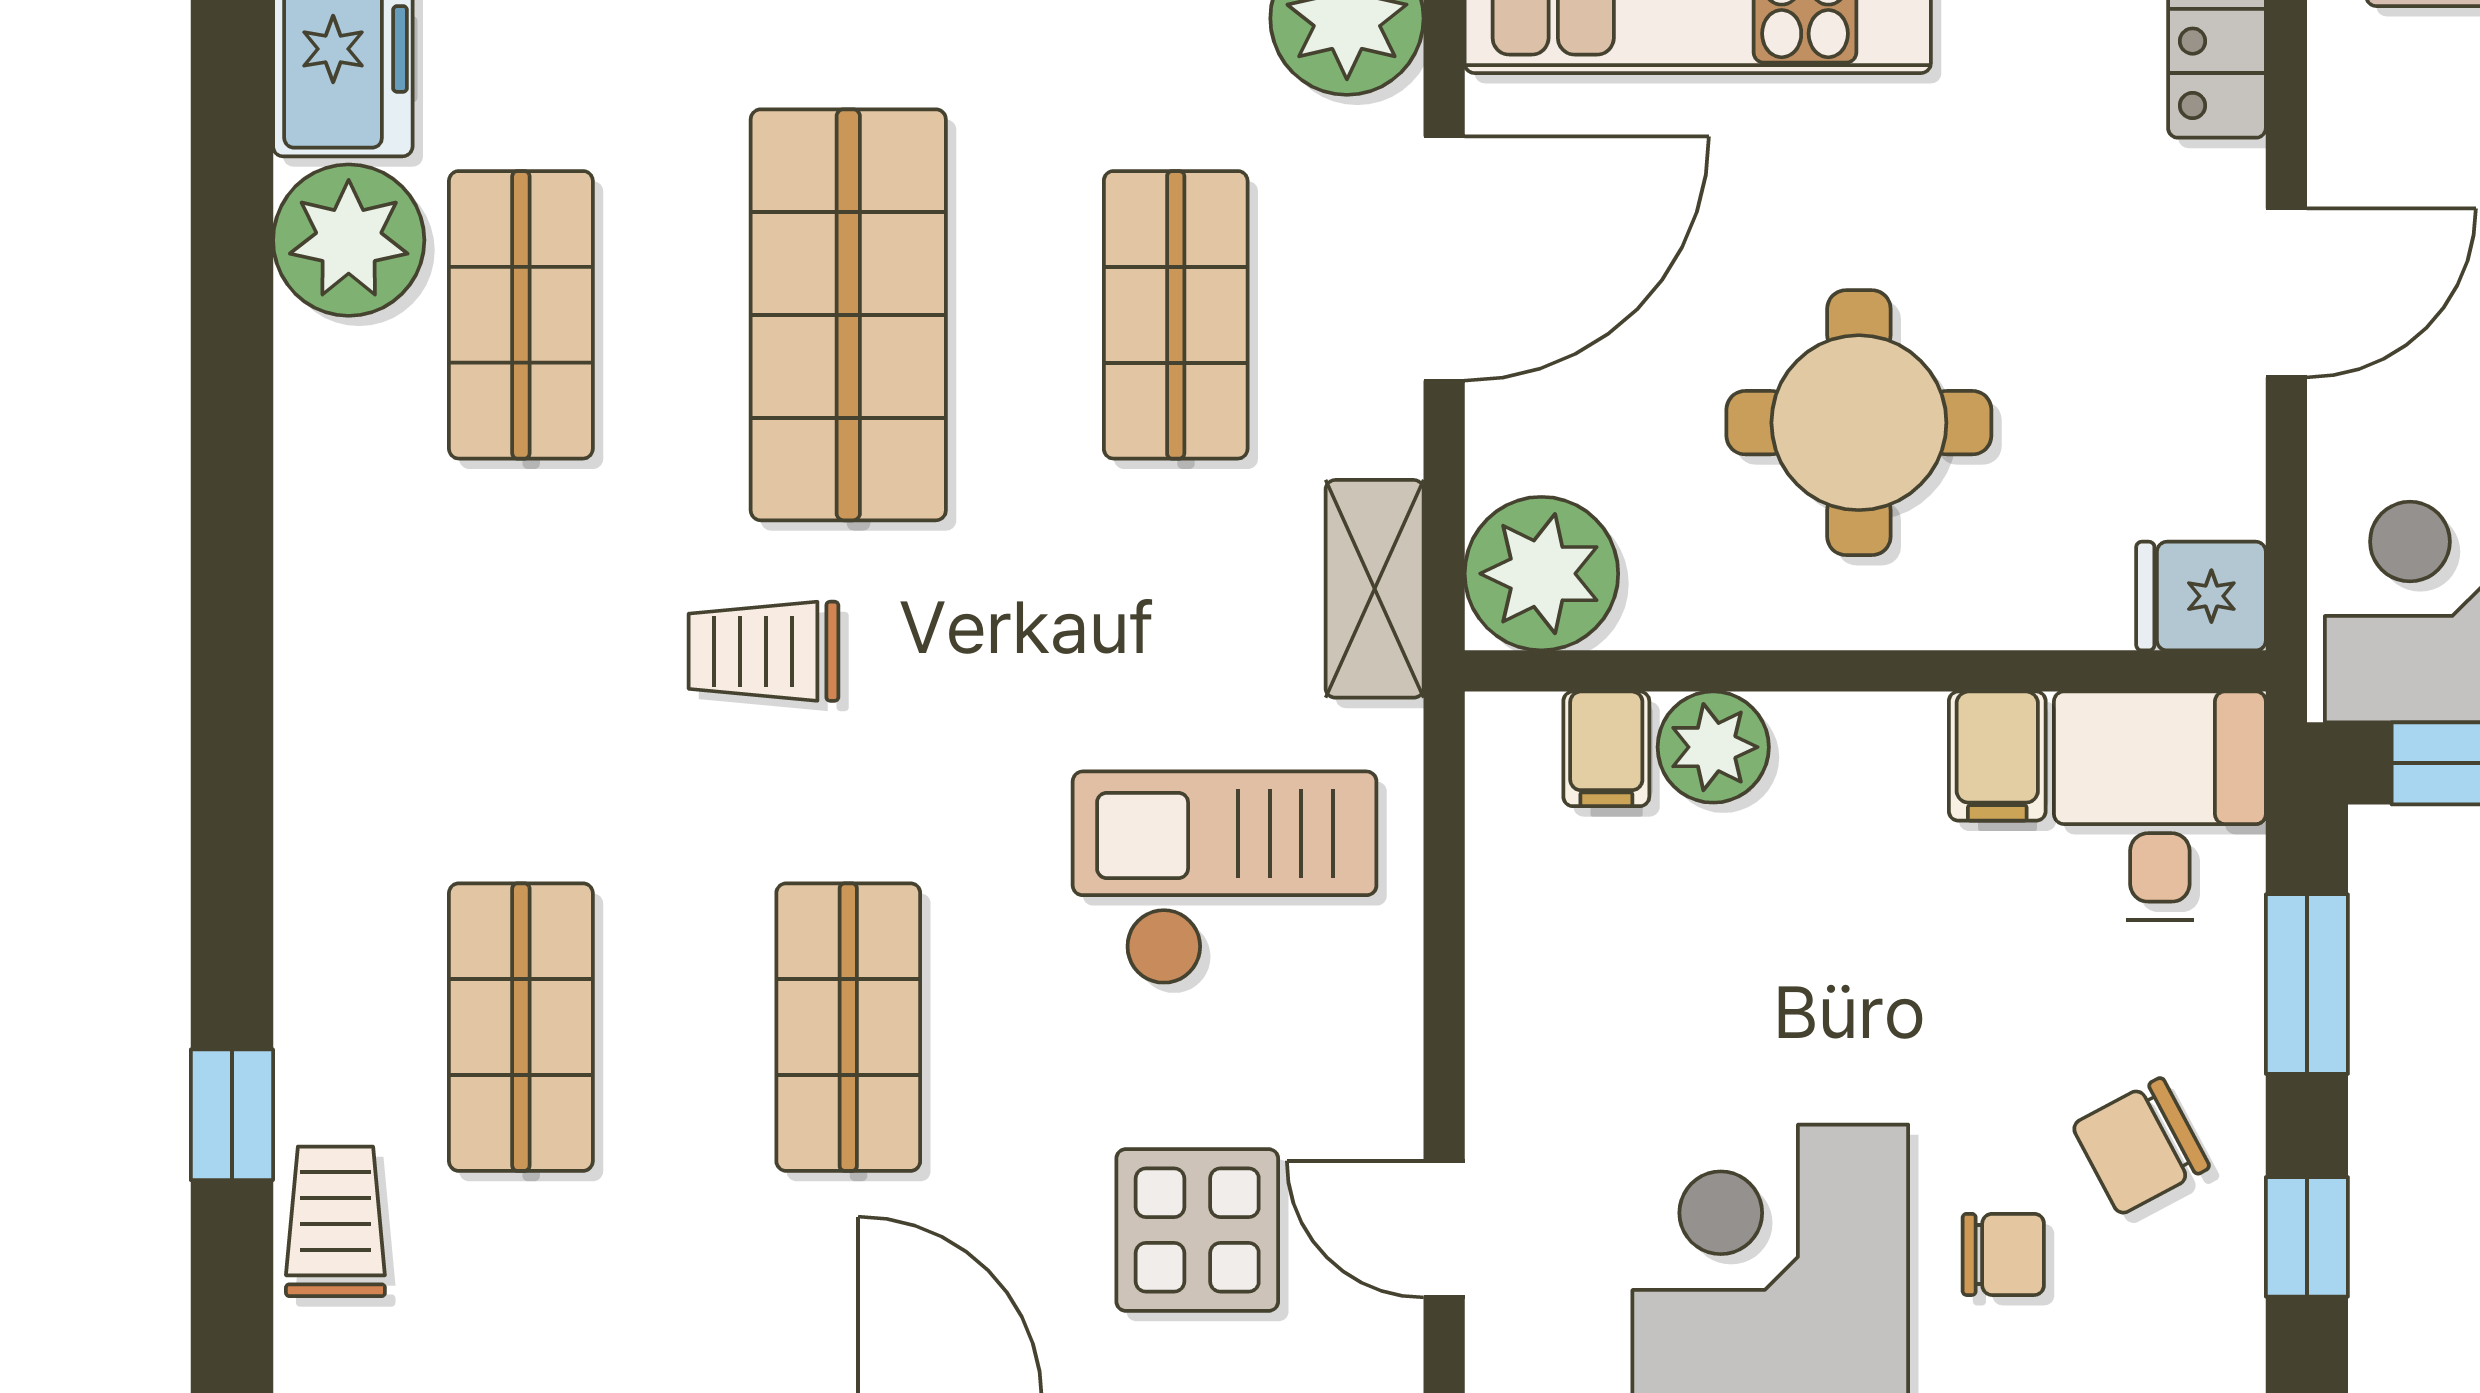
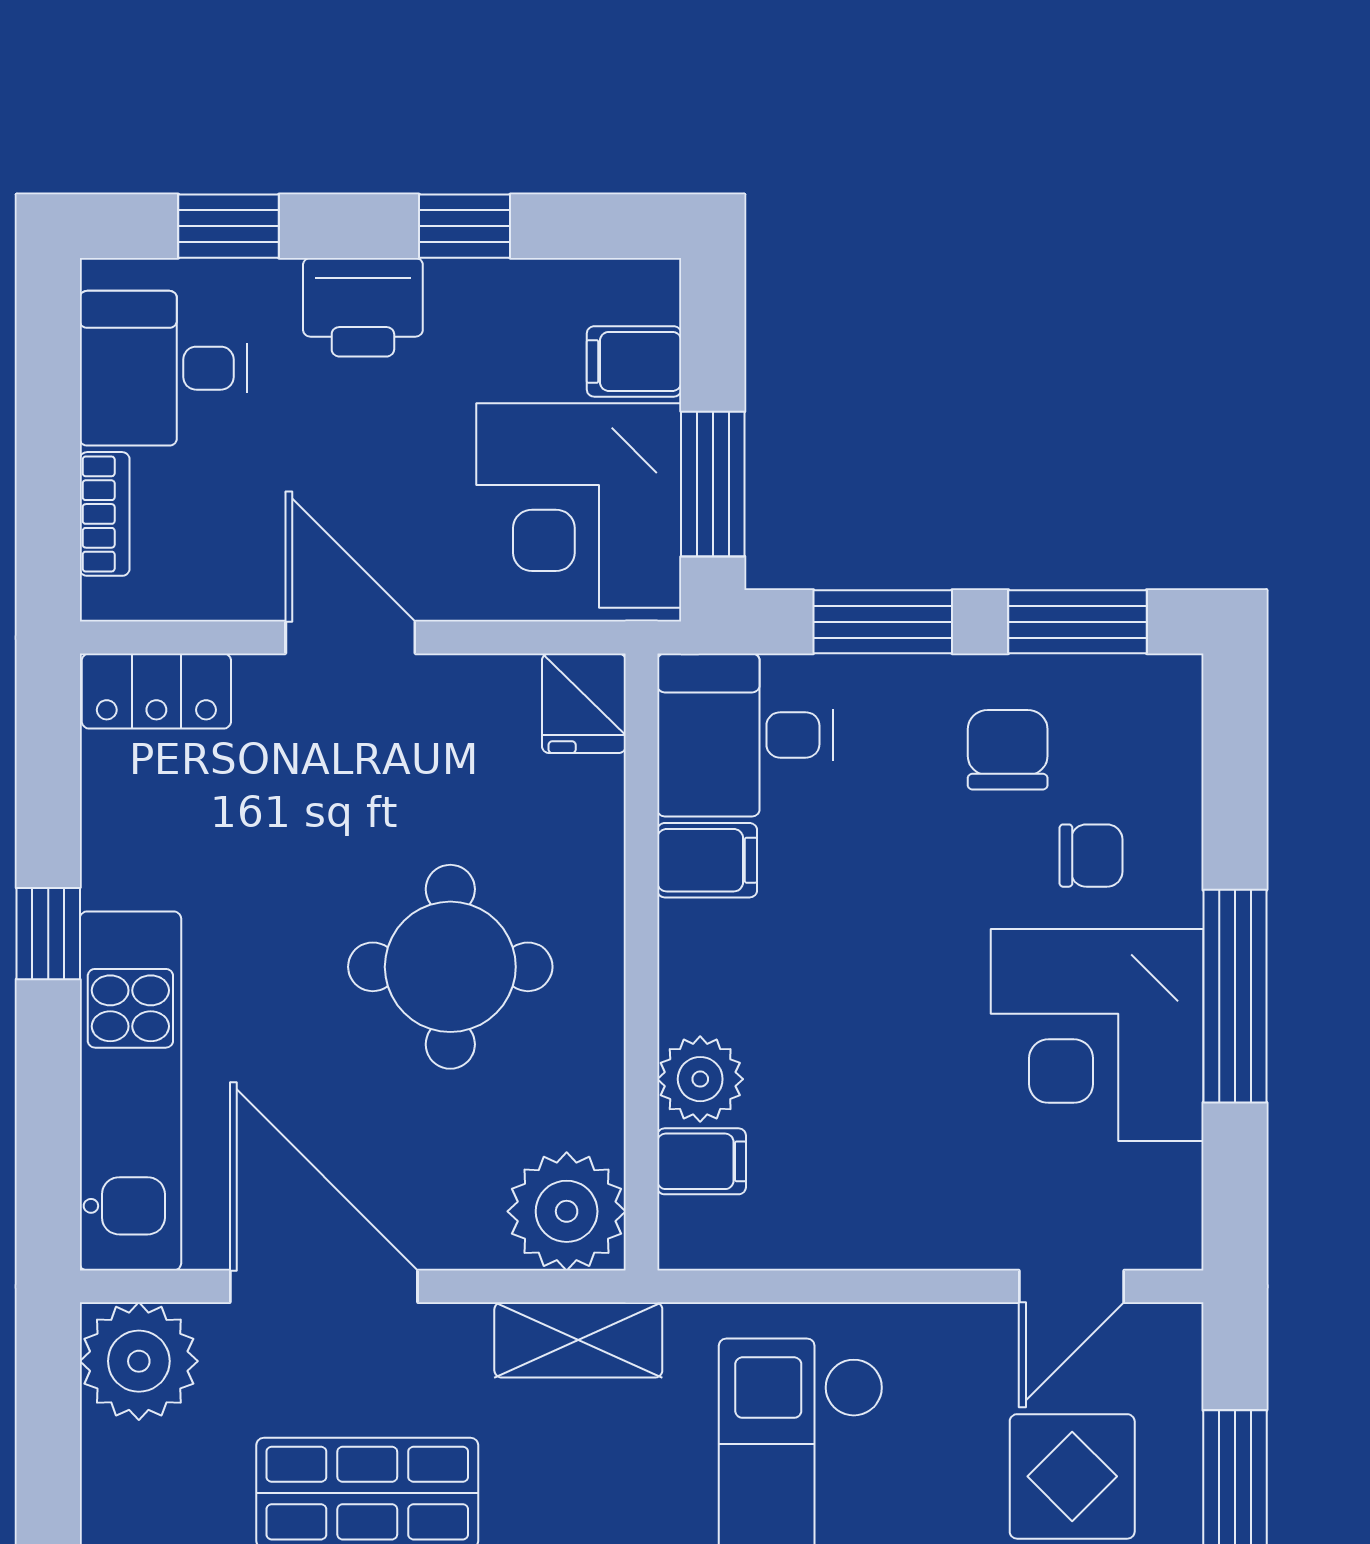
chair: (2141, 1146) -> (1008, 750), turned -152
window: (2307, 1237) -> (1077, 622), width x1.50
chair: (2003, 1254) -> (1091, 856), turned 90

